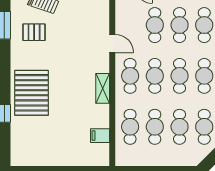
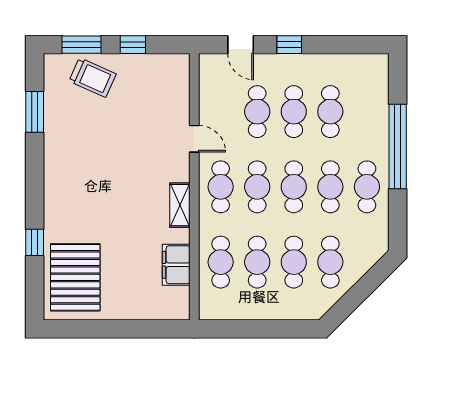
pallet: (34, 32) -> (79, 122), removed
pallet: (32, 93) -> (75, 277), moved
filing cabinet: (100, 136) -> (176, 265), width x2.00

